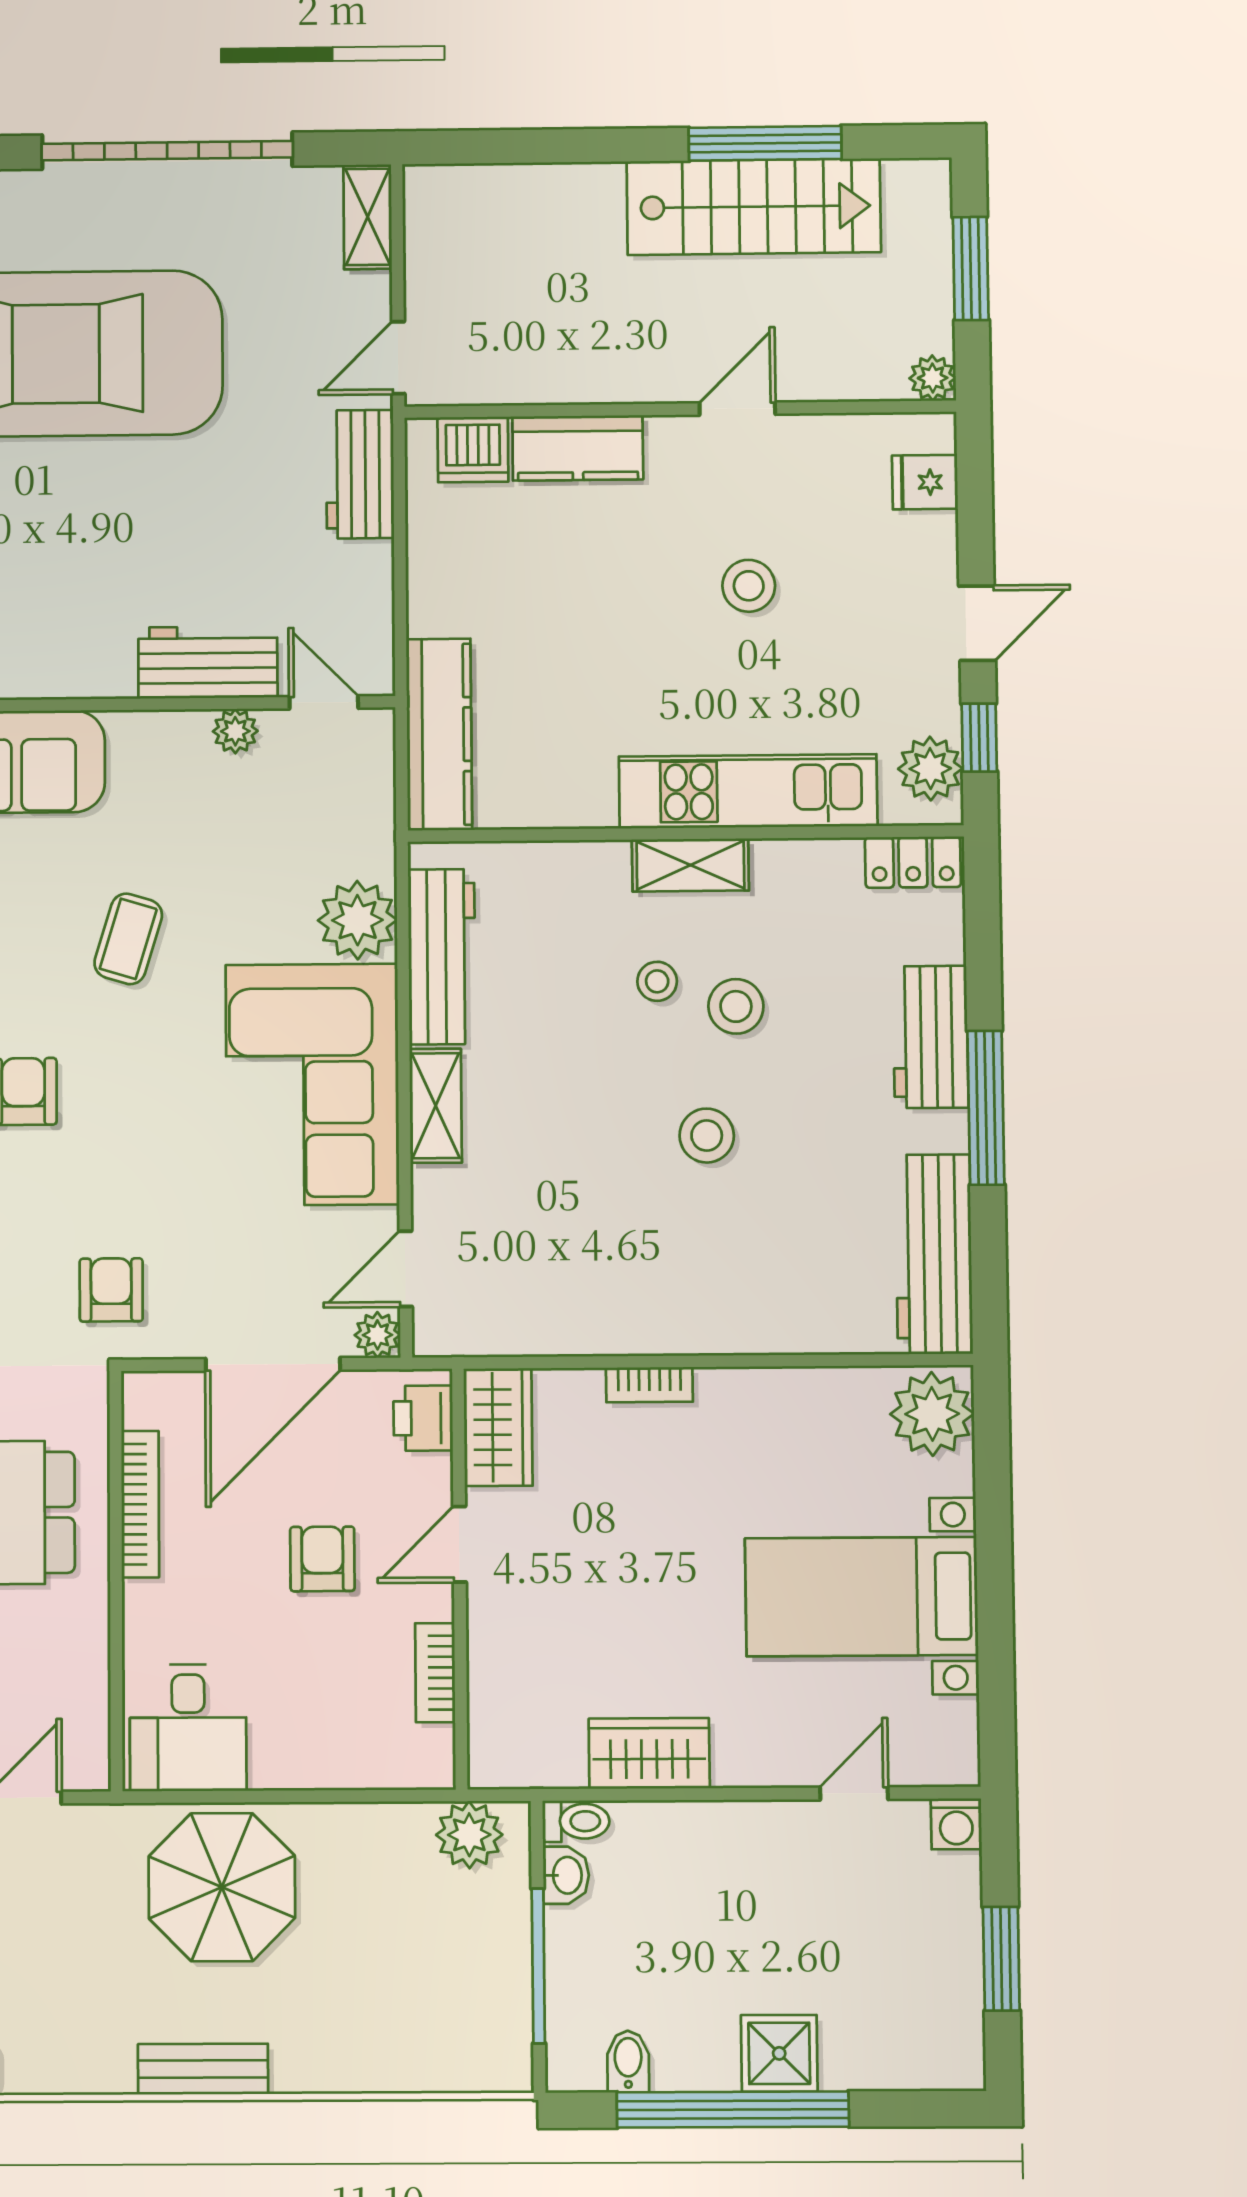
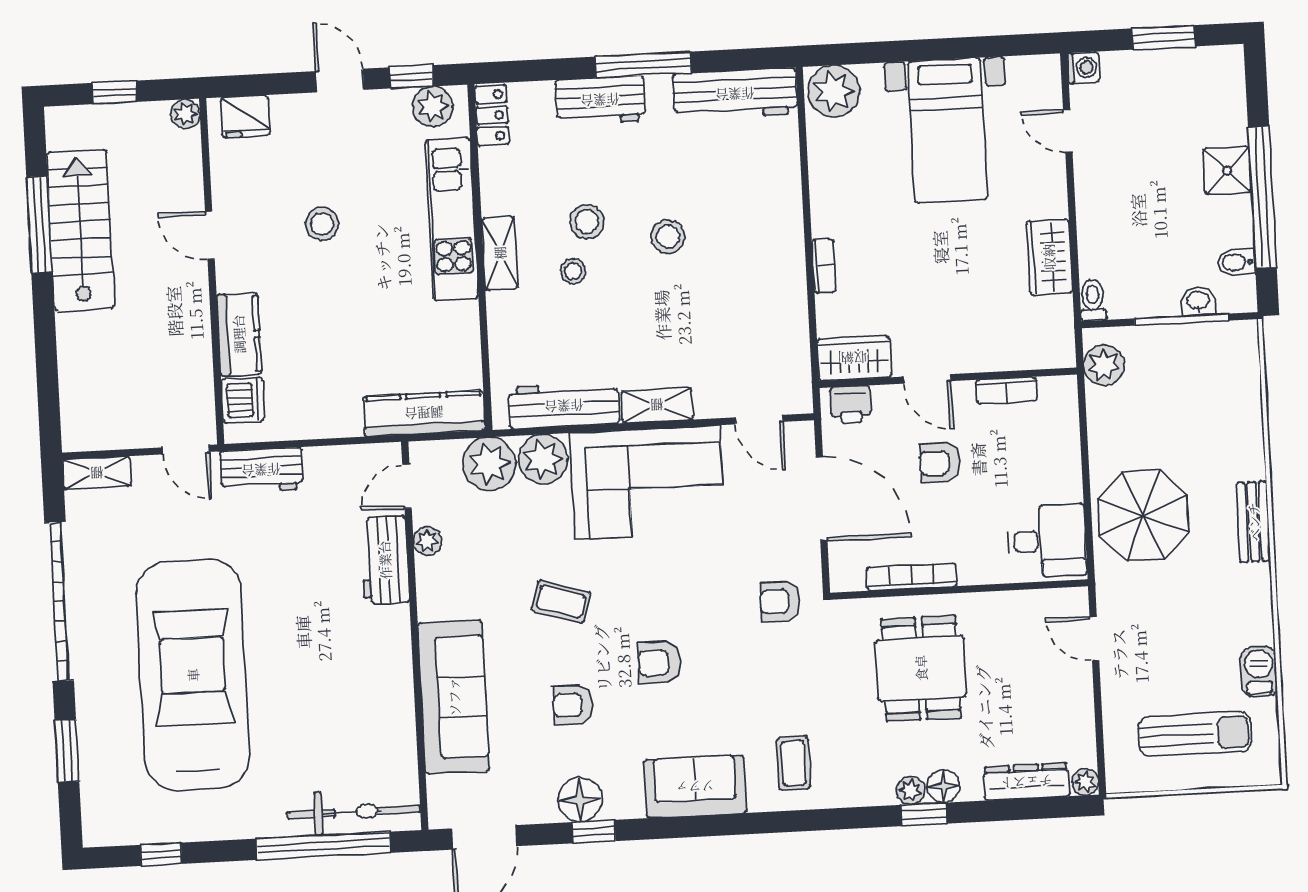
window: (971, 269) -> (114, 92), width x0.67
fridge: (925, 482) -> (245, 117), width x1.38
plant: (378, 1335) -> (489, 464), moved, width x1.88, depth x1.88
washbasin: (566, 1875) -> (1198, 301), moved

